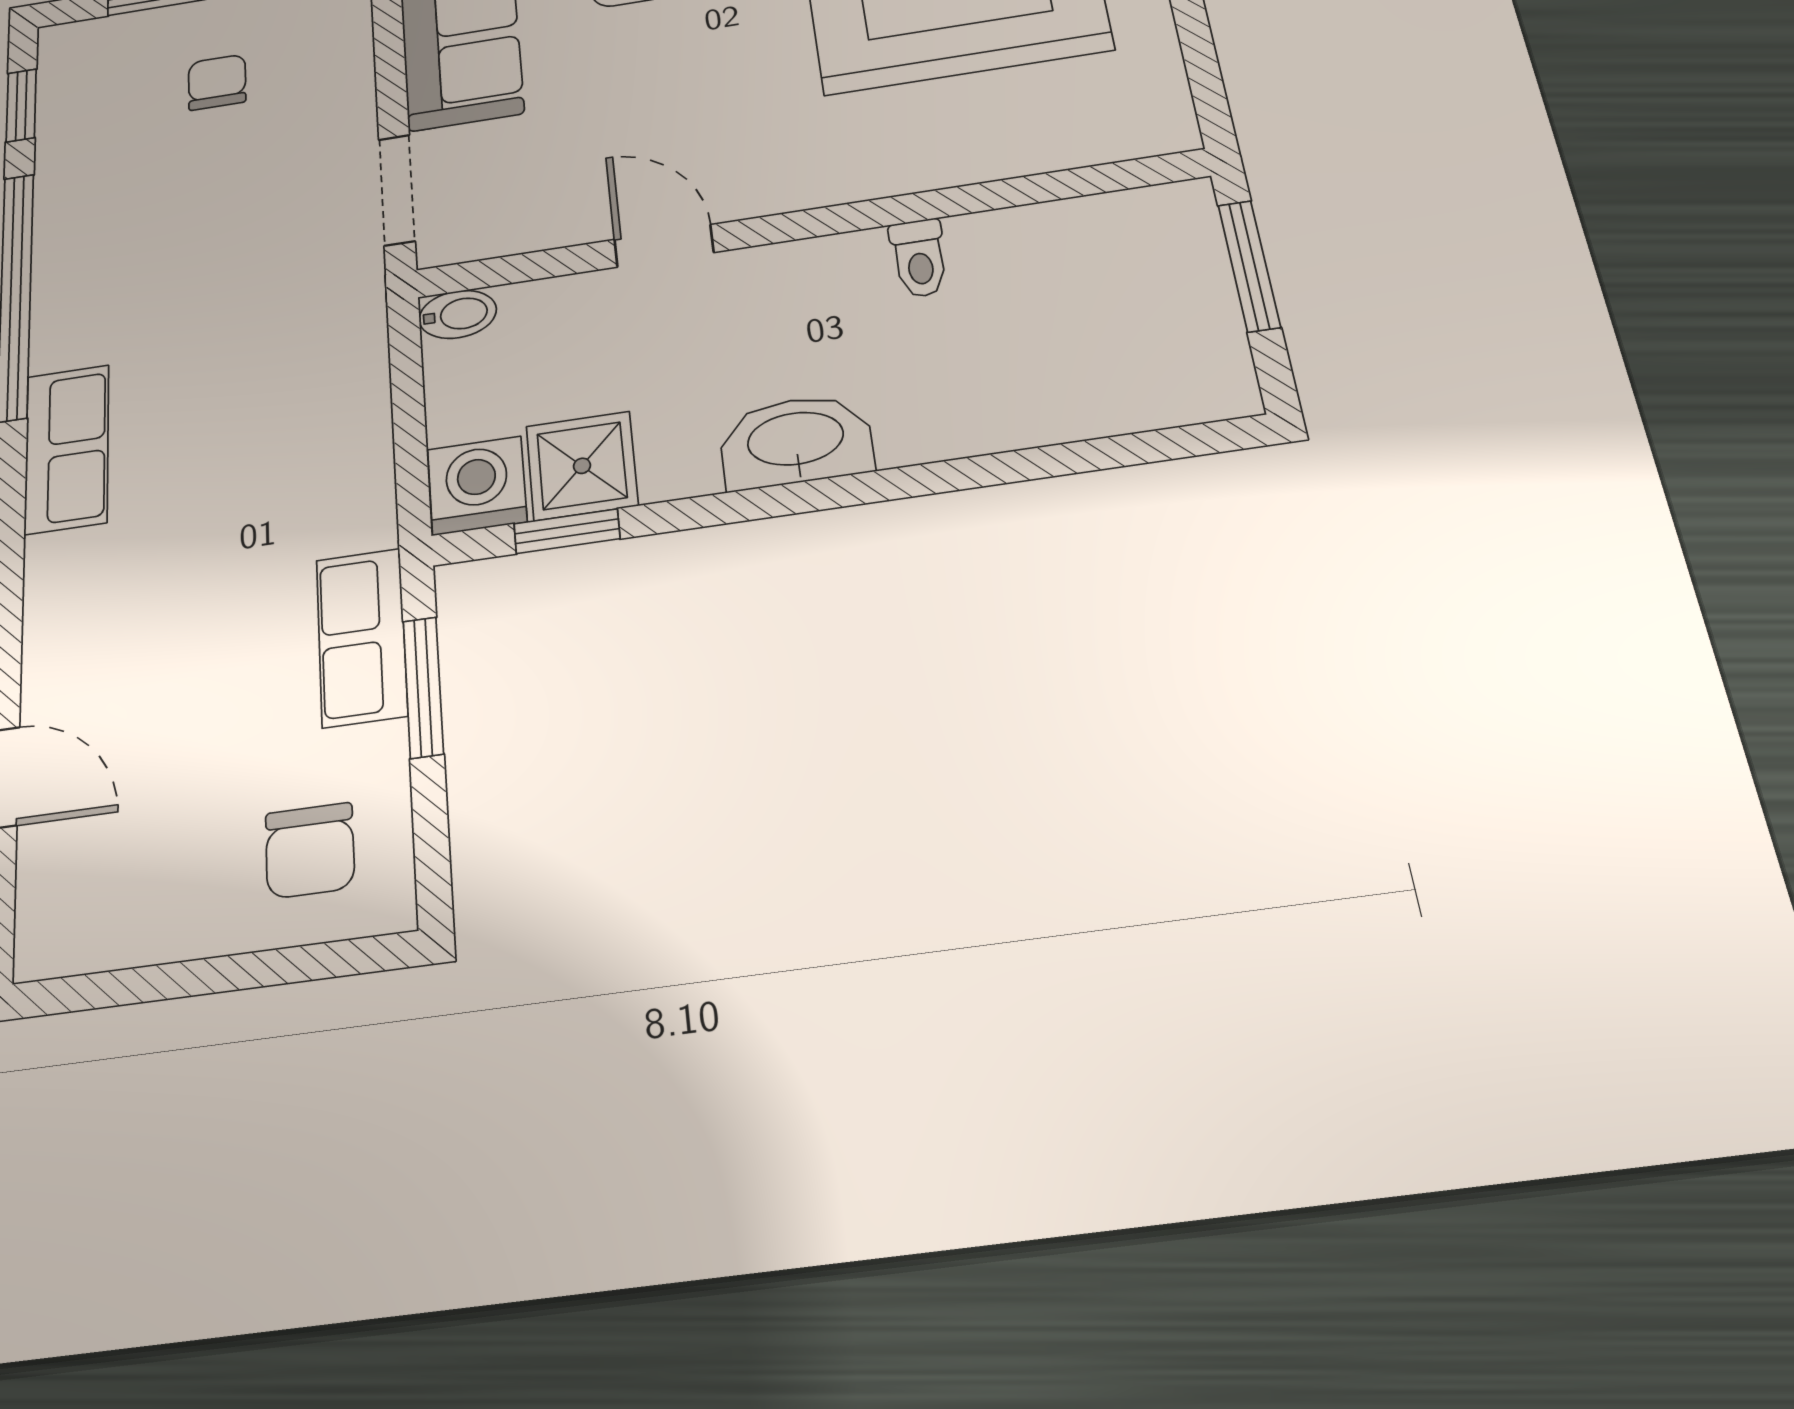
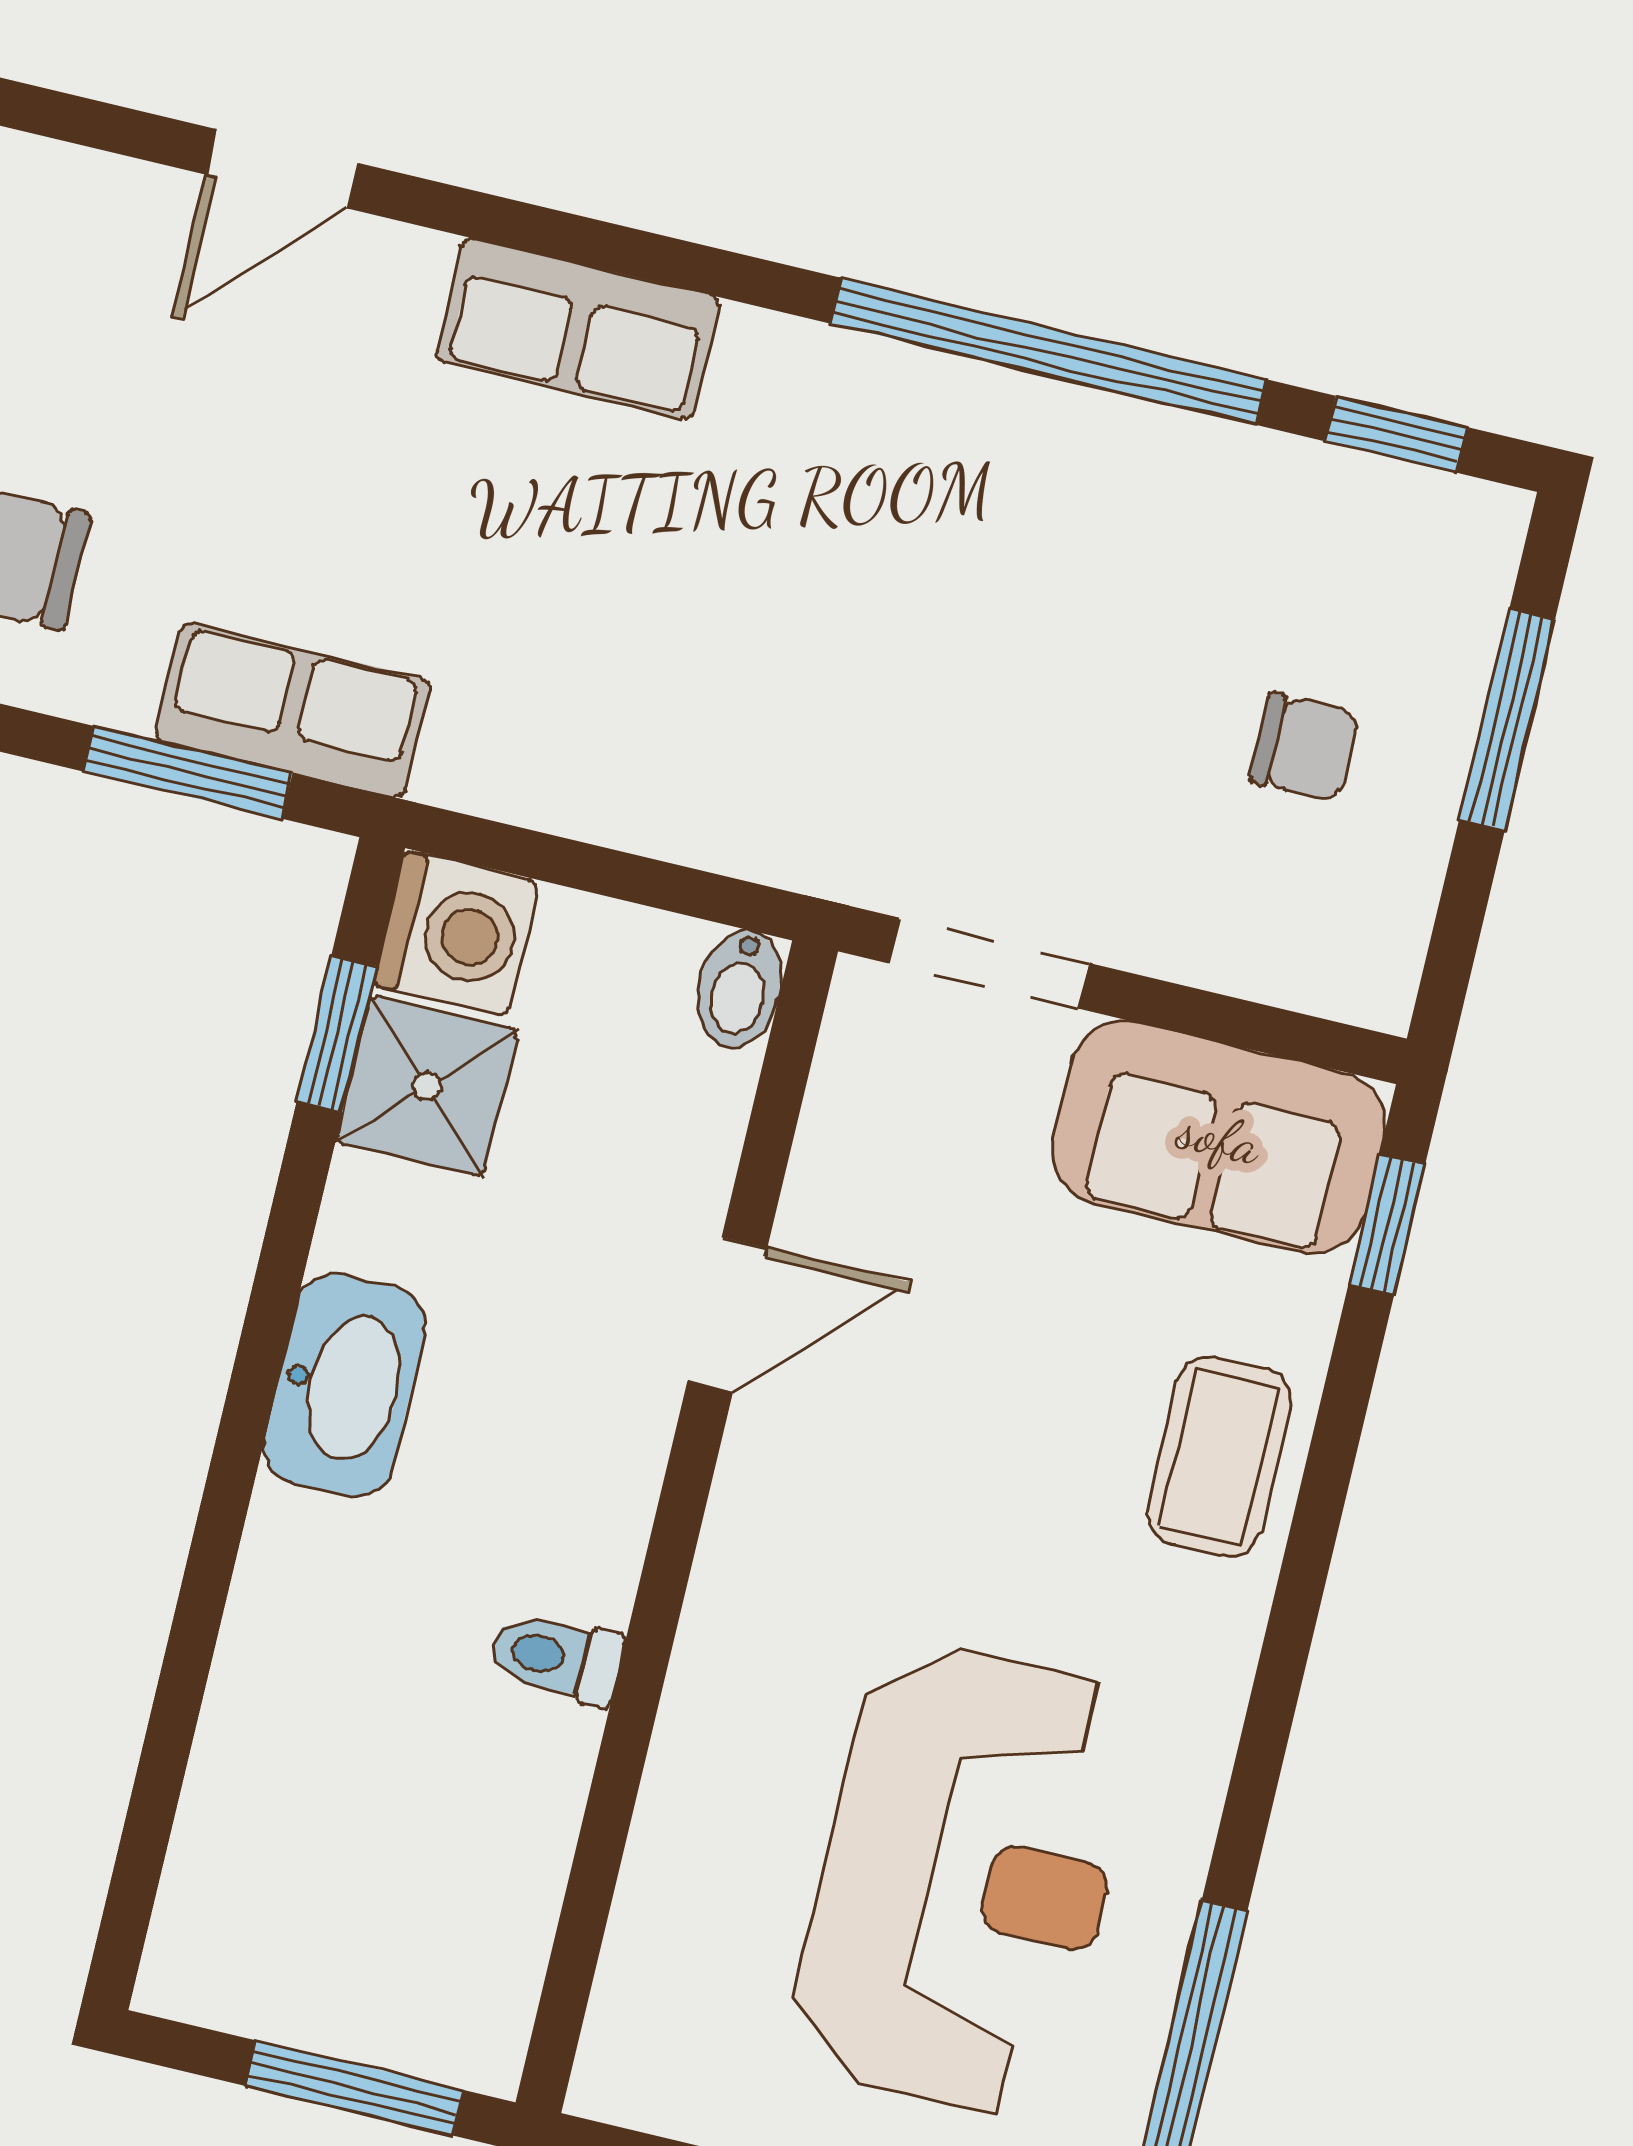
row of seats: (67, 449) -> (578, 329), moved

